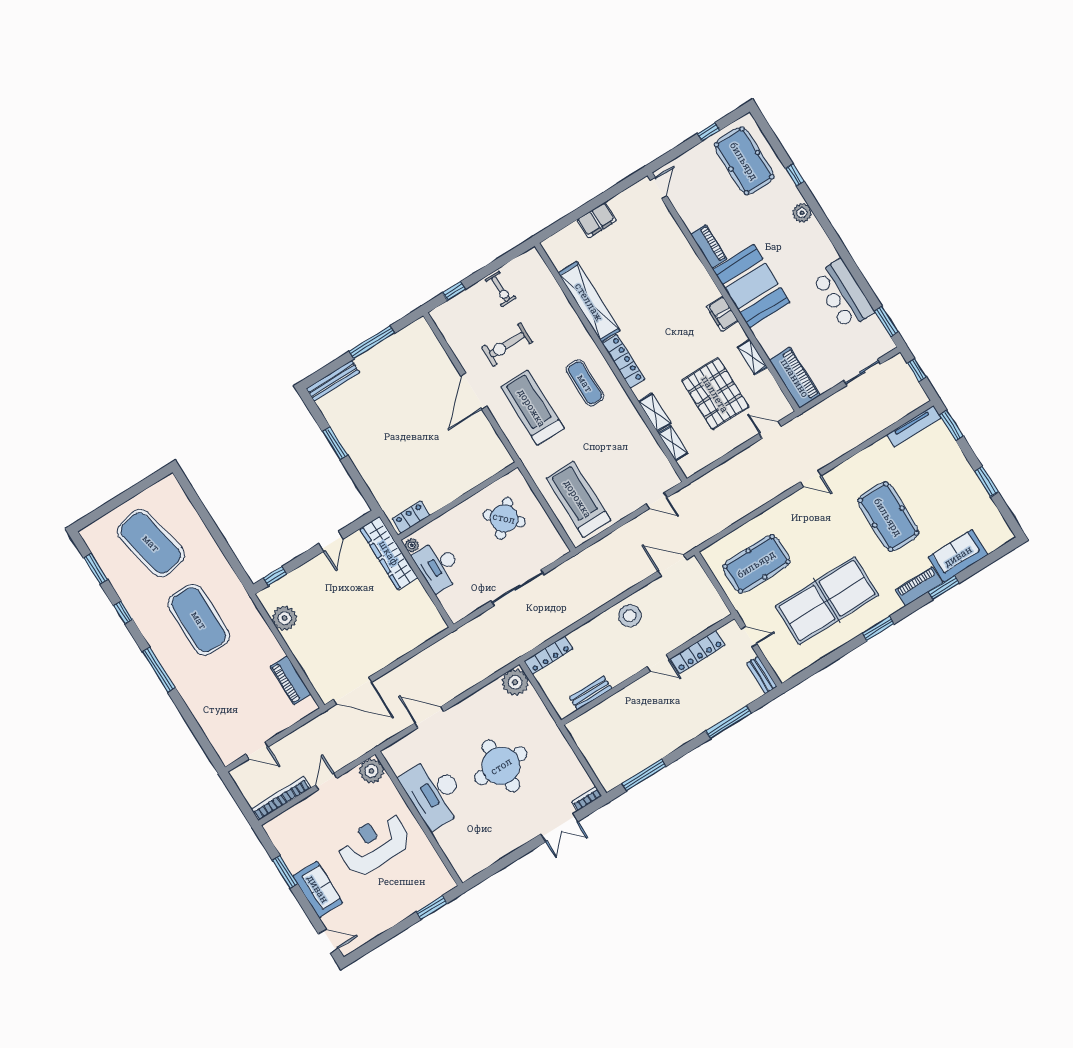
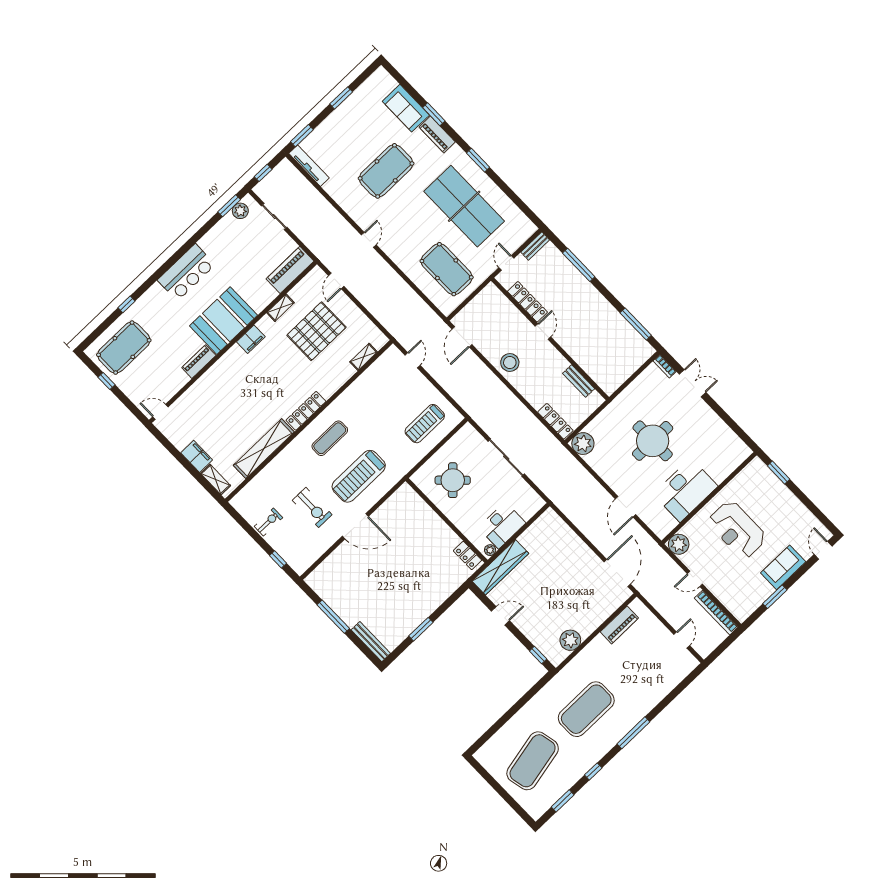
plant: (802, 213) -> (240, 211), moved
bar counter: (843, 294) -> (186, 272), moved
shelving: (655, 412) -> (216, 479), moved, turned 90
treadmill: (578, 499) -> (425, 424), width x0.73, depth x0.73

